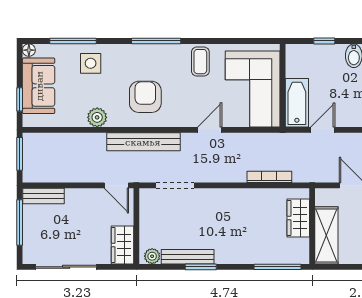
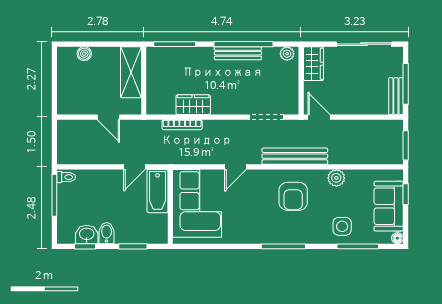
window: (324, 41) -> (133, 246), width x1.50
coffee table: (200, 62) -> (244, 228), removed
bench: (44, 196) -> (396, 96), moved, turned 90
wardrobe: (298, 218) -> (193, 105), moved, turned -90
bench: (188, 257) -> (238, 53), moved
window: (201, 267) -> (244, 44), width x2.11

